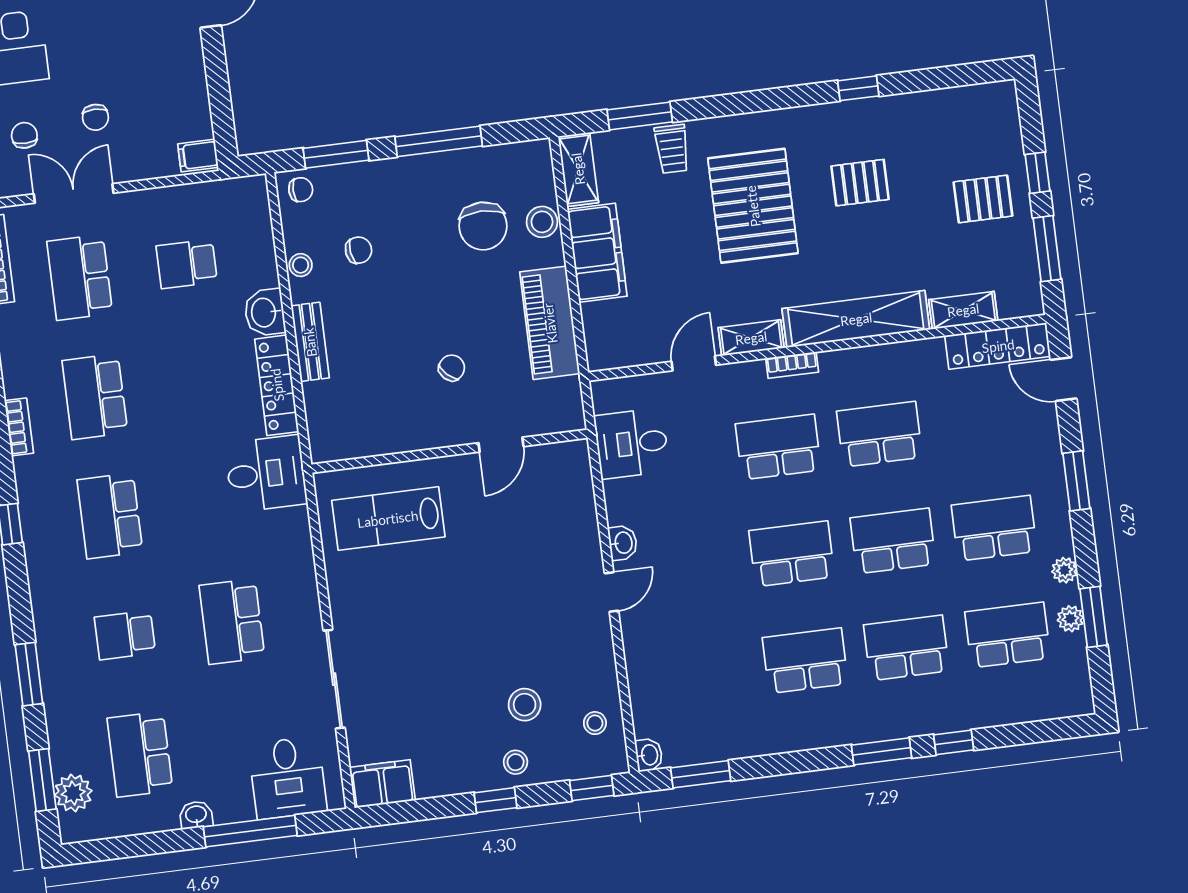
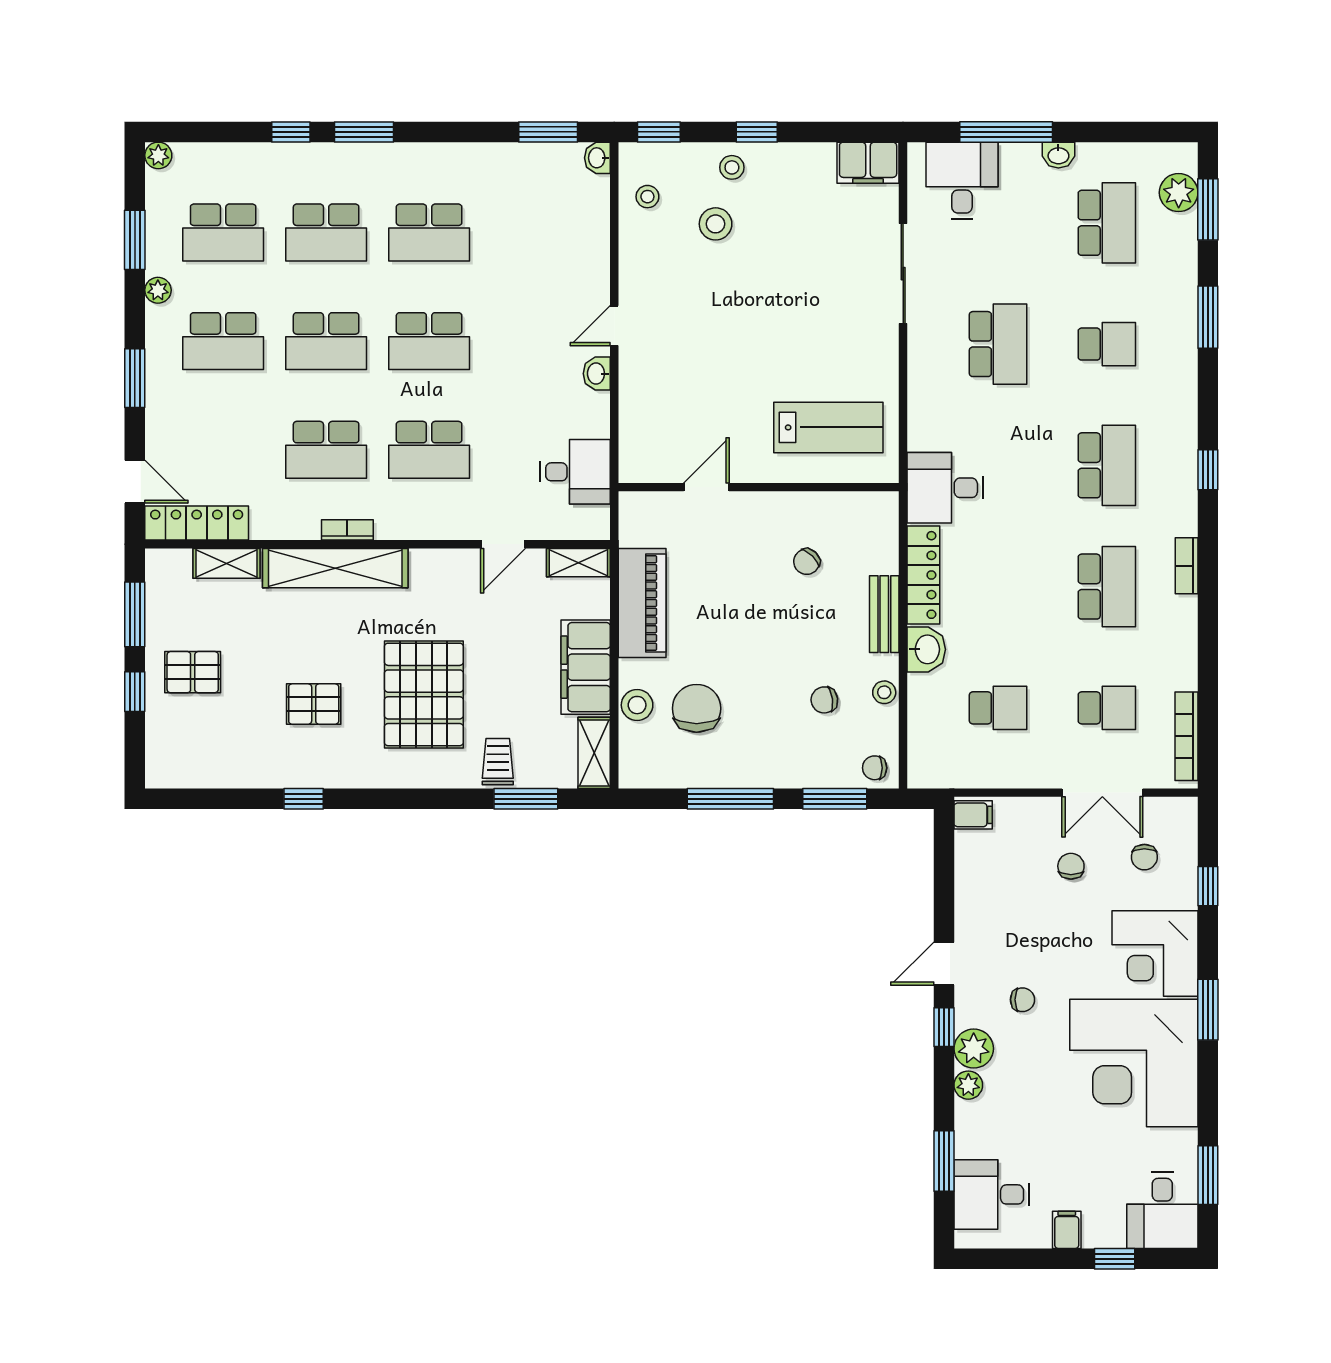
school desk: (80, 277) -> (1107, 708), width x0.54
shelving: (751, 338) -> (578, 563), moved
bookcase: (792, 365) -> (347, 530), moved
chair: (452, 368) -> (807, 562), moved
plant: (1070, 619) -> (158, 155), moved

